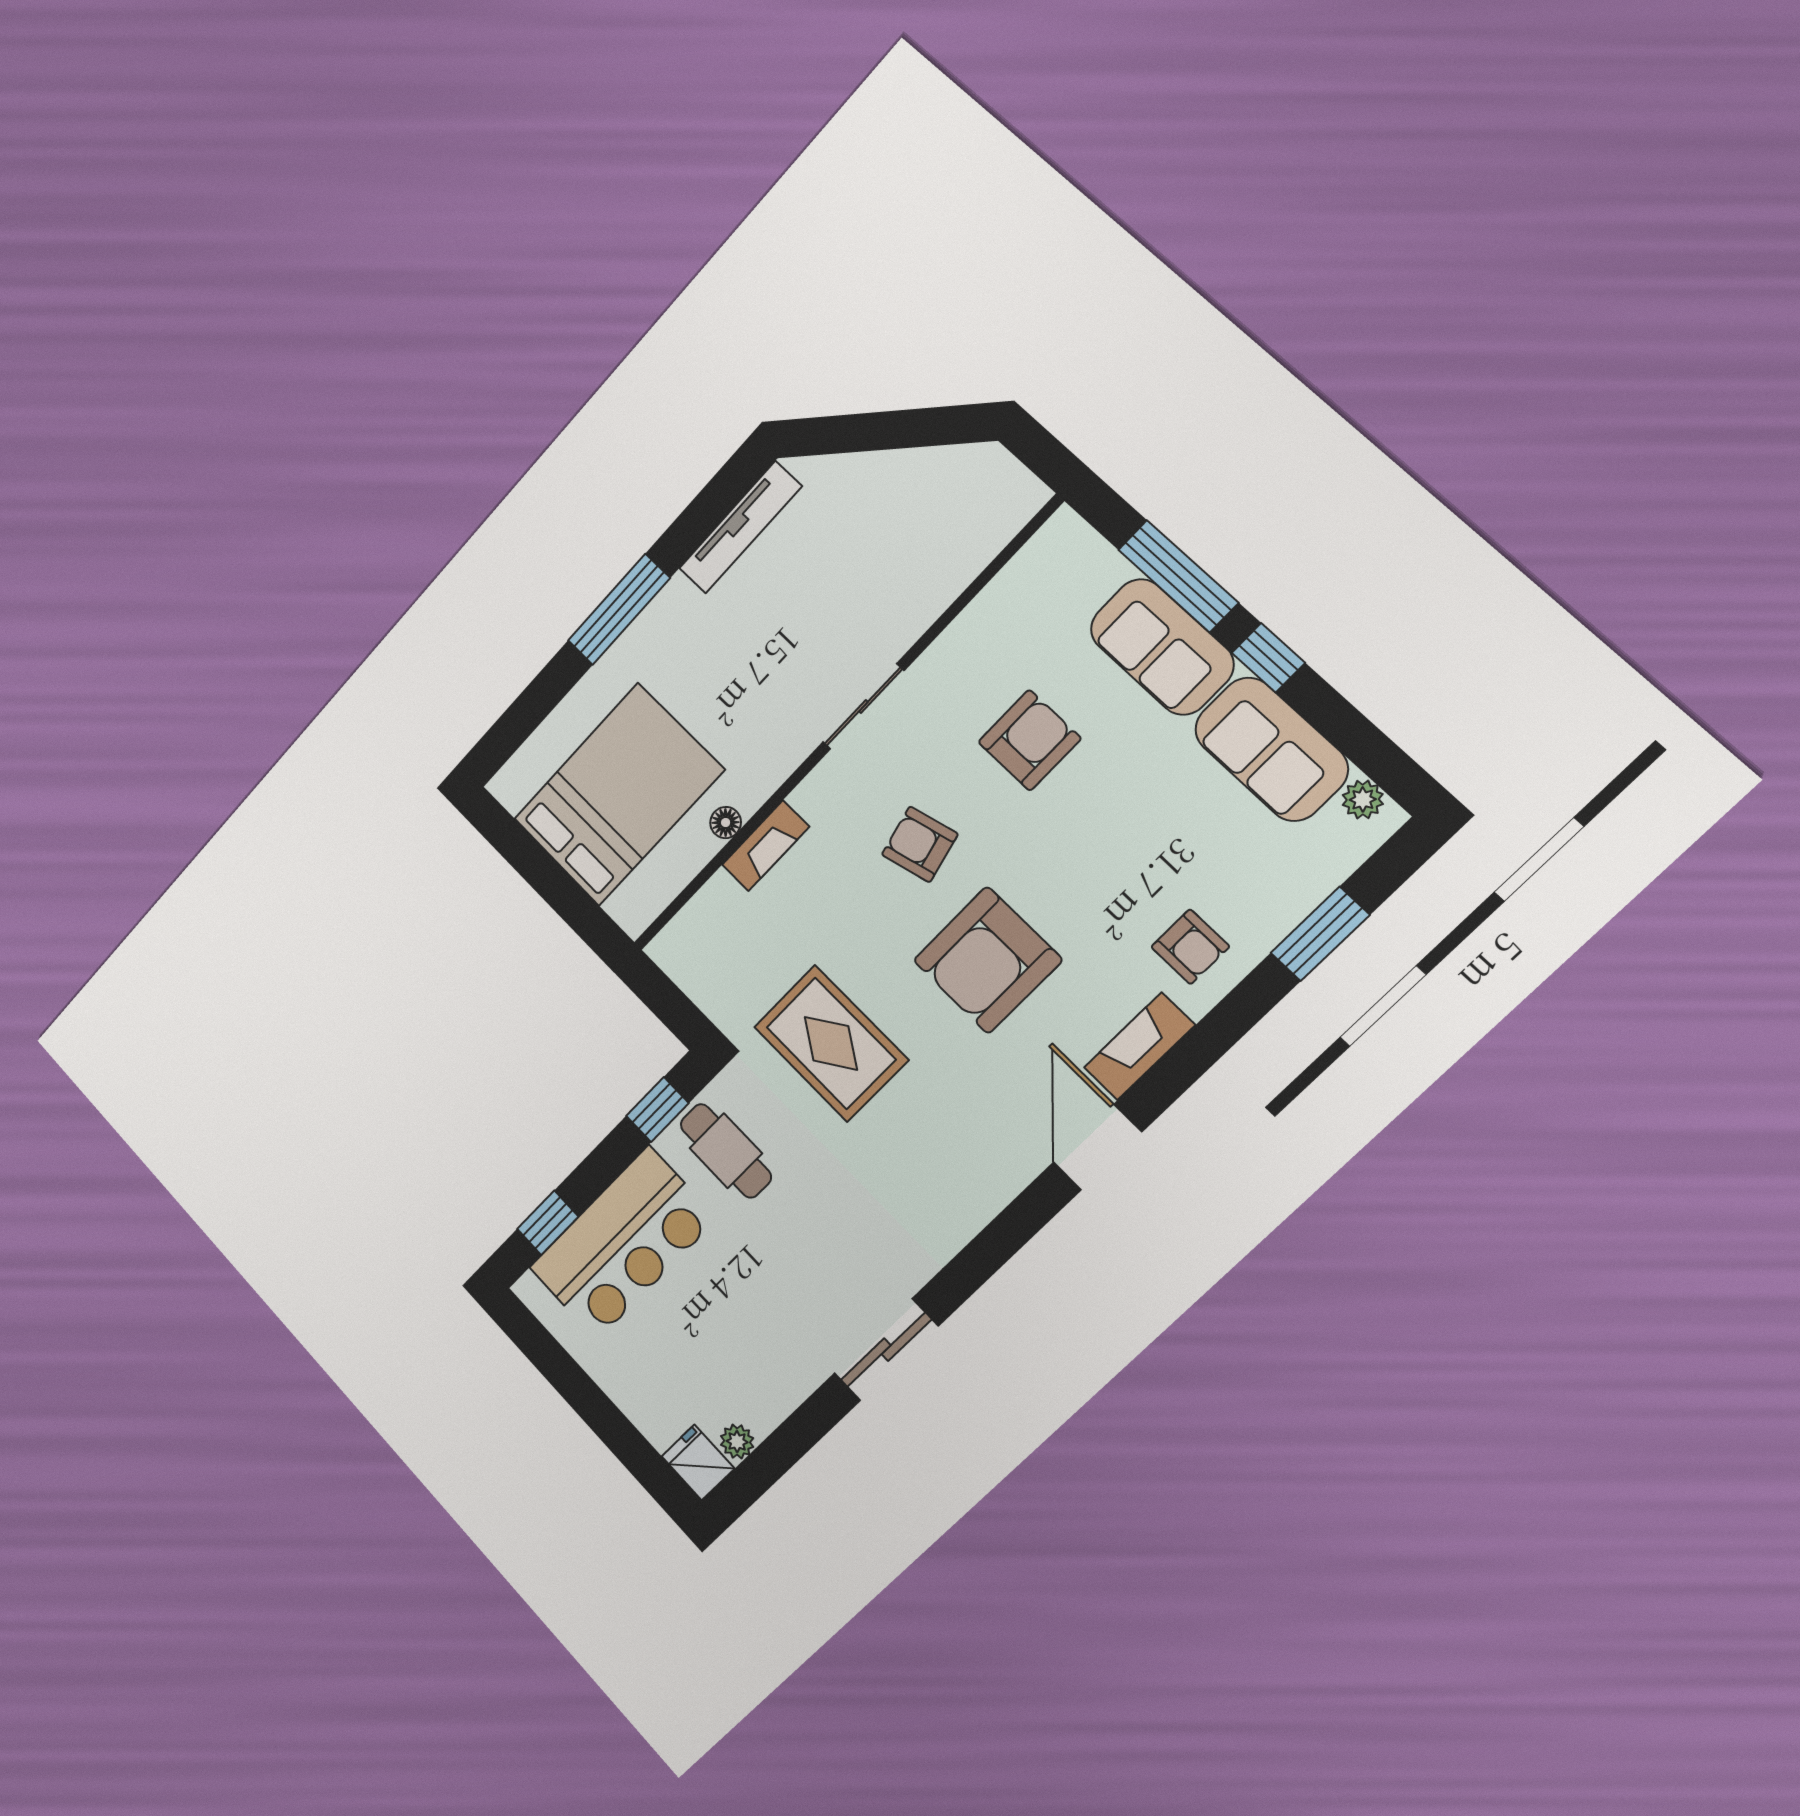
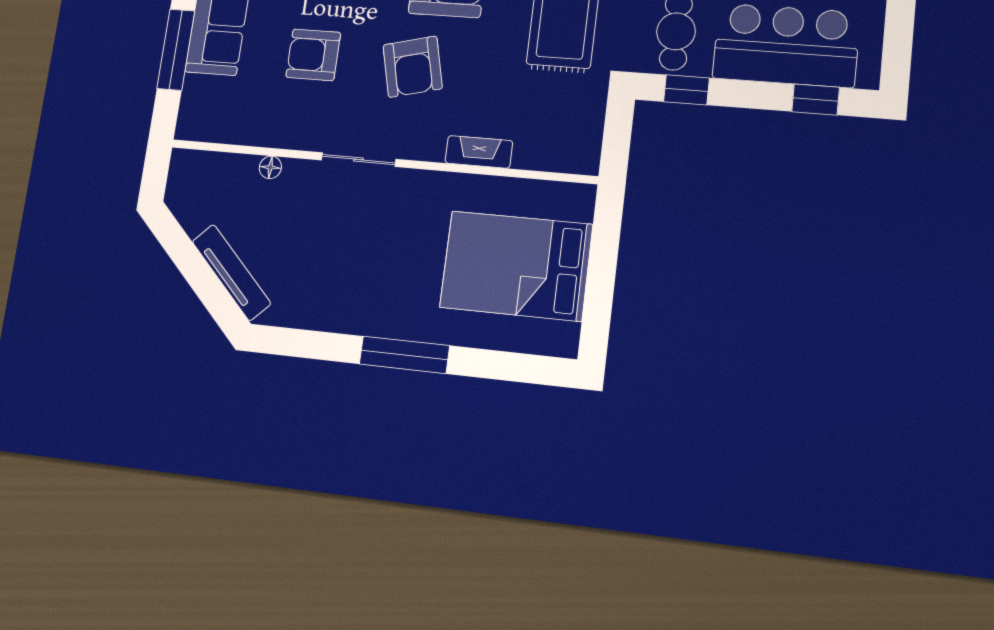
tv unit: (740, 527) -> (231, 272), moved, turned 45
floor lamp: (726, 823) -> (270, 167), moved
armchair: (920, 844) -> (413, 67), width x1.38, depth x1.38

